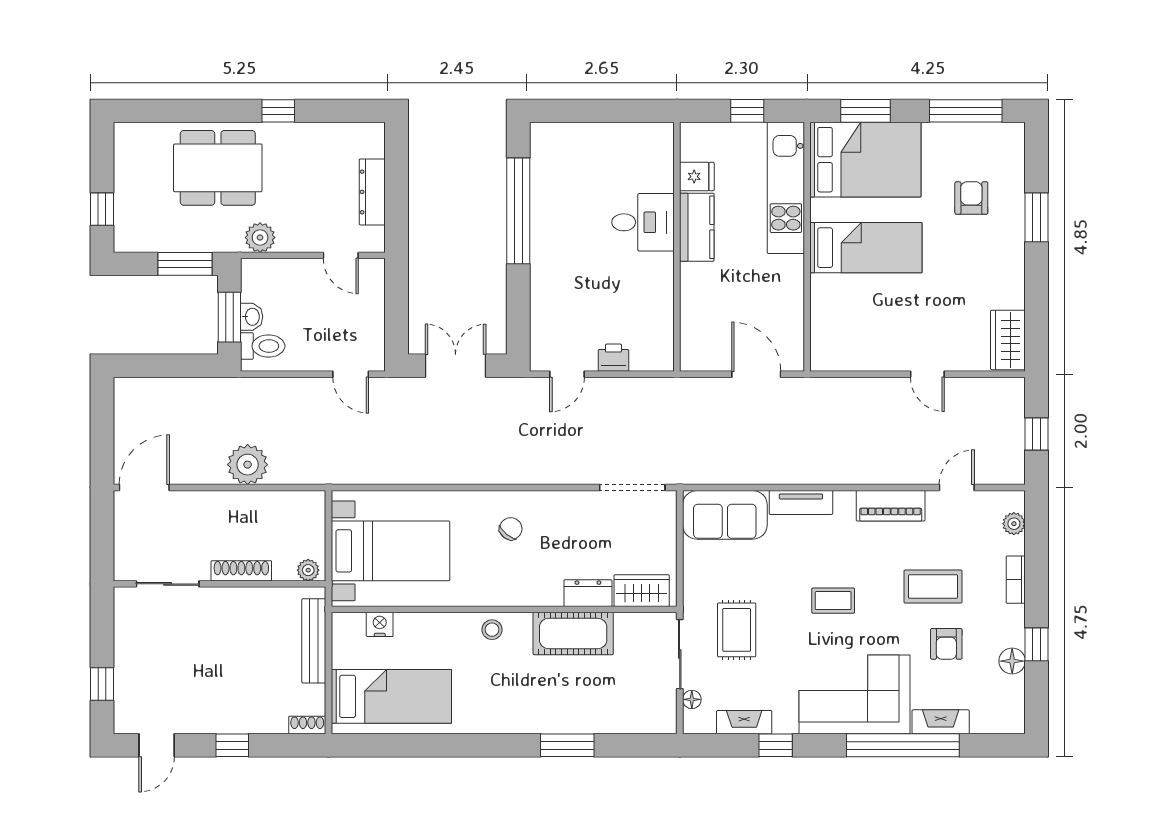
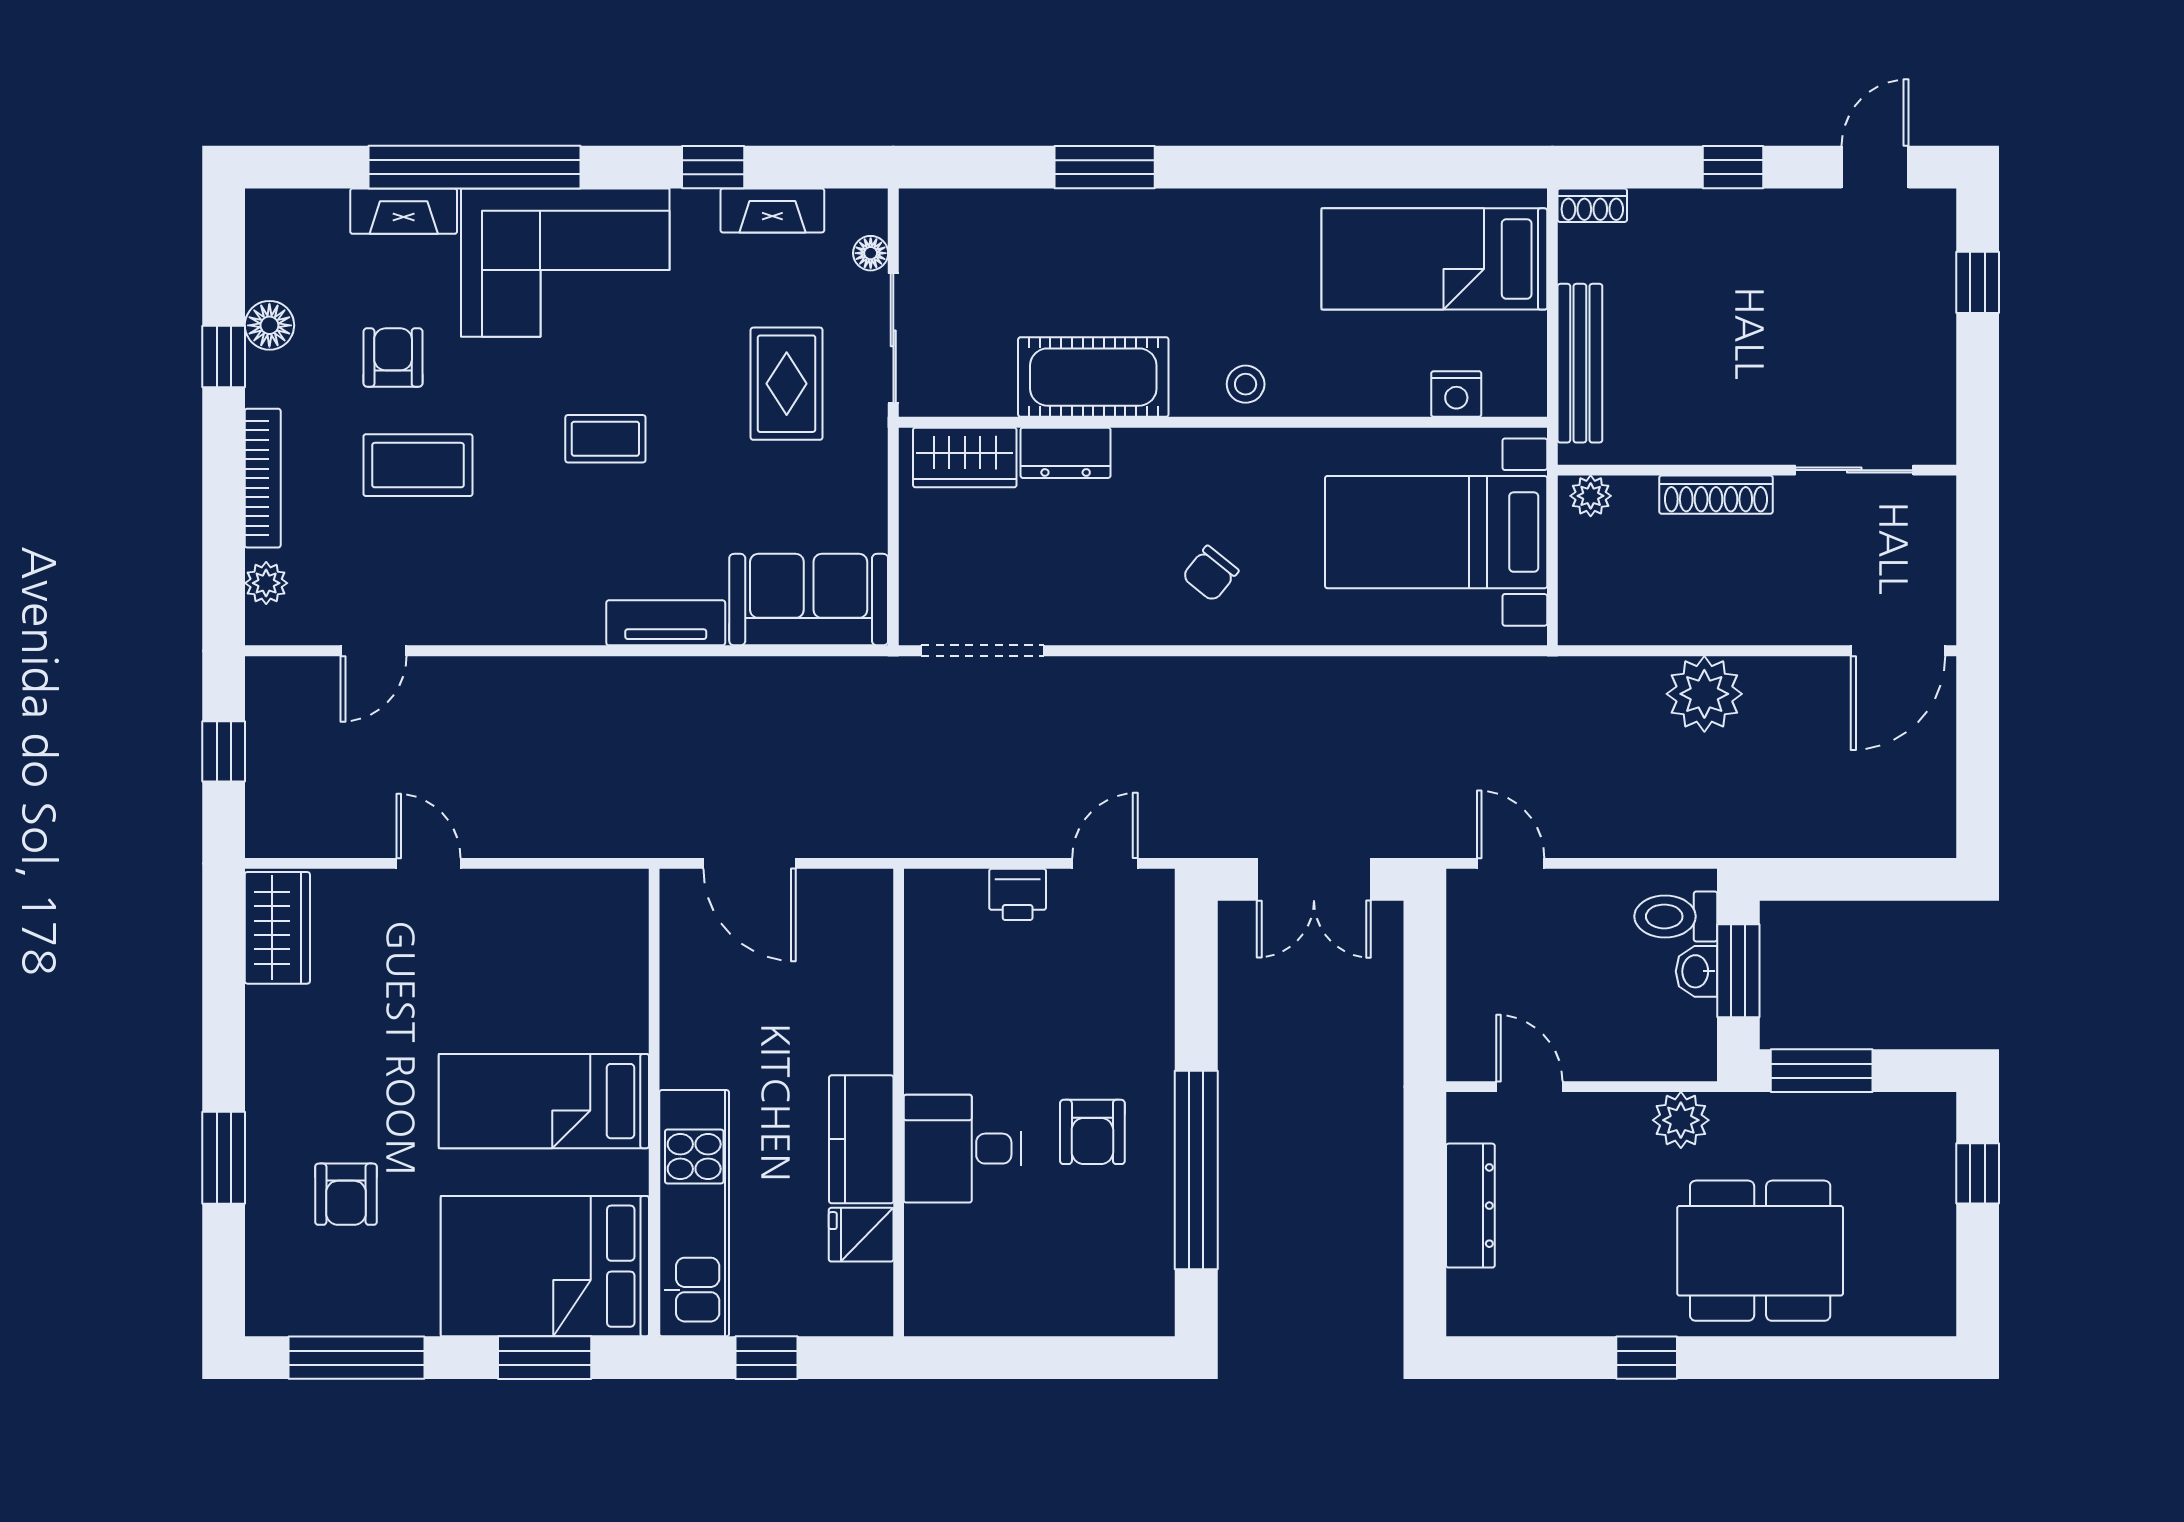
armchair: (574, 231) -> (1092, 1132), added
piano: (891, 506) -> (497, 617), removed
bookcase: (1016, 580) -> (263, 478), width x1.56

